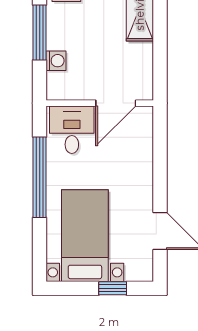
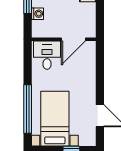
window: (40, 177) -> (28, 109), moved

